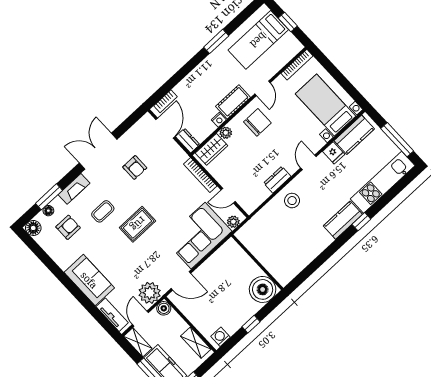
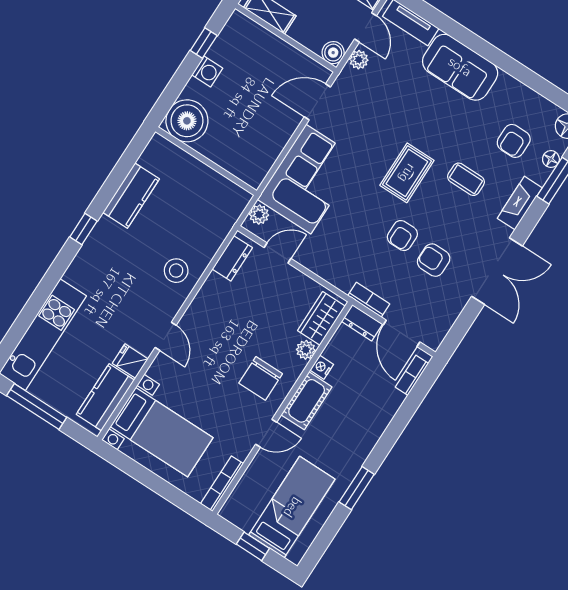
door: (263, 88) -> (266, 433), swing flipped
bookcase: (200, 175) -> (369, 300), moved, width x0.64
dresser: (277, 180) -> (232, 258), moved
armchair: (150, 187) -> (402, 235), added
coffee table: (103, 211) -> (466, 179), turned 90
kitchen counter: (343, 220) -> (131, 196), moved
window: (361, 222) -> (83, 229), moved
plant: (150, 293) -> (359, 60), width x0.53, depth x0.53
window: (251, 324) -> (204, 43), moved
washing machine: (221, 337) -> (207, 72), moved

